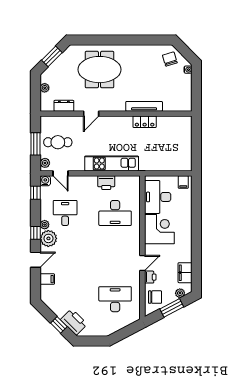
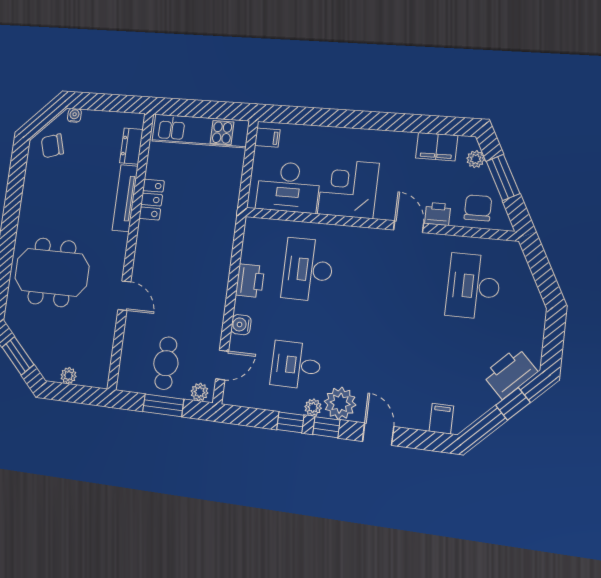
meeting table: (100, 70) -> (52, 272), turned 90
dresser: (64, 106) -> (131, 146), moved
kitchen unit: (112, 163) -> (200, 131), moved, turned -90
water cooler: (45, 181) -> (241, 325), moved
window: (36, 193) -> (290, 422), moved
desk: (115, 213) -> (308, 270), turned 180
filing cabinet: (47, 279) -> (441, 419), moved

